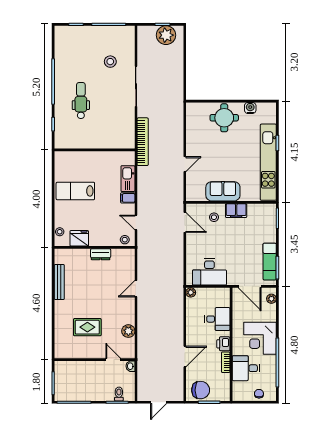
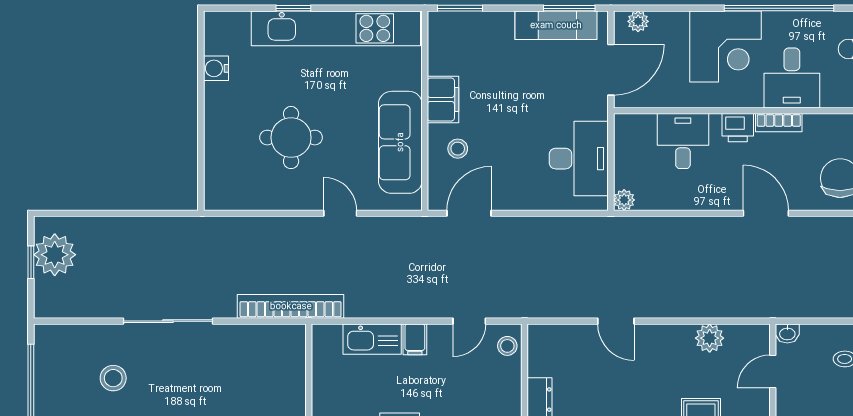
round table: (224, 118) -> (291, 138), moved
sofa: (223, 191) -> (400, 142), width x1.36

